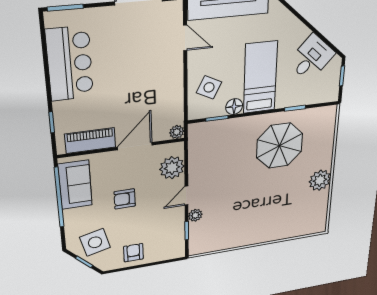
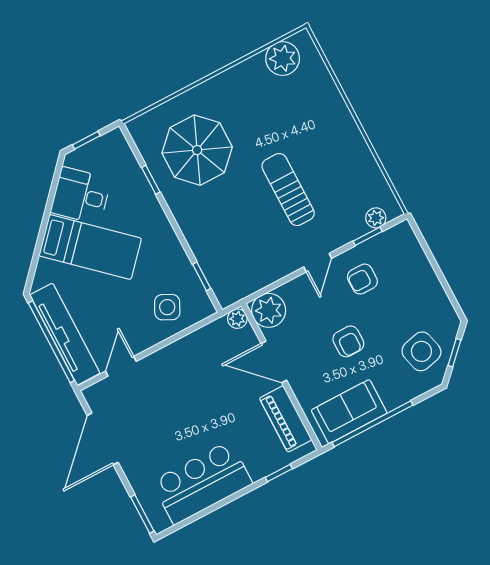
bed: (260, 77) -> (90, 247), moved, turned -138
floor lamp: (234, 107) -> (179, 262), removed
parasol: (280, 146) -> (197, 150), moved
plant: (172, 168) -> (269, 310), moved
plant: (320, 180) -> (283, 58), moved
sun lounger: (241, 192) -> (288, 190), added
door: (186, 196) -> (318, 263), hinge flipped
plant: (195, 215) -> (376, 218), moved
armchair: (133, 253) -> (362, 279), moved

